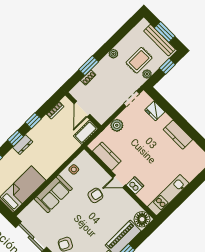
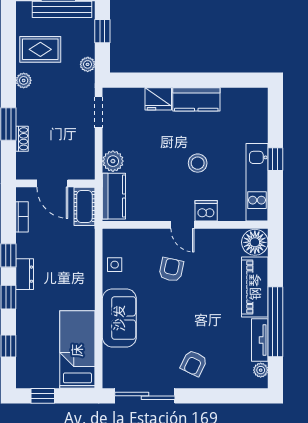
rug: (139, 60) -> (40, 49), moved, turned 90
fridge: (155, 111) -> (158, 99), moved
dresser: (23, 145) -> (25, 274), moved
kitchen counter: (107, 156) -> (114, 196), moved, turned 90
stool: (151, 162) -> (198, 163), added
door: (119, 181) -> (182, 225), hinge flipped
window: (186, 193) -> (275, 159), added

